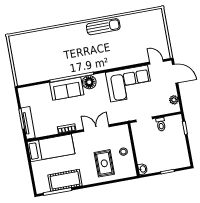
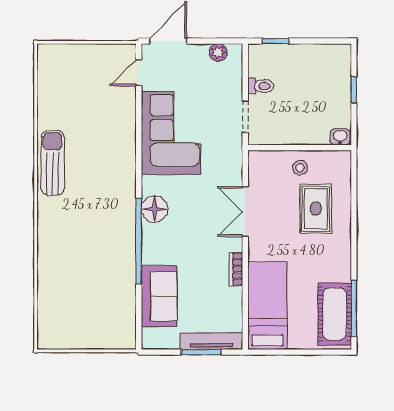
sofa: (67, 89) -> (159, 296), moved
rug: (104, 163) -> (316, 209), turned 90
cot: (65, 180) -> (335, 314), moved

